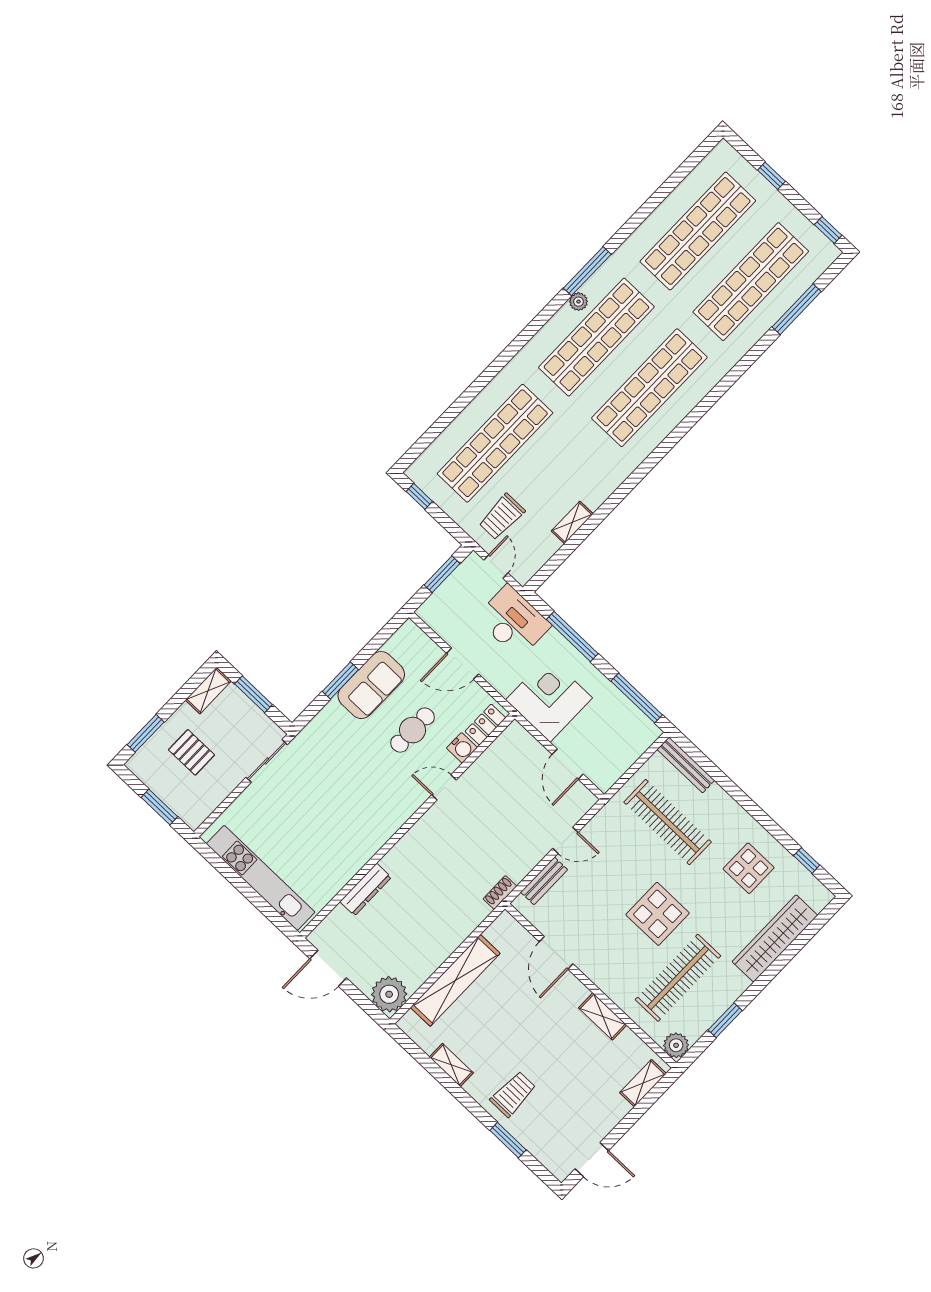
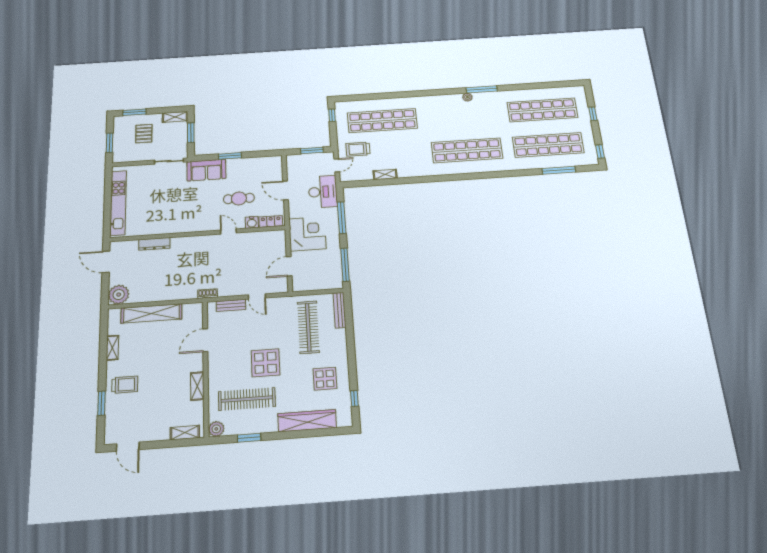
shop shelf: (596, 337) -> (462, 115), removed
sofa: (371, 685) -> (206, 170), moved

